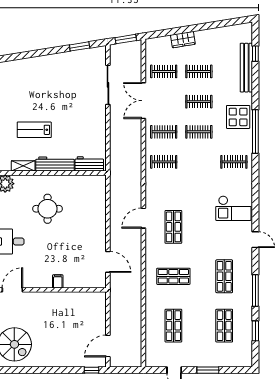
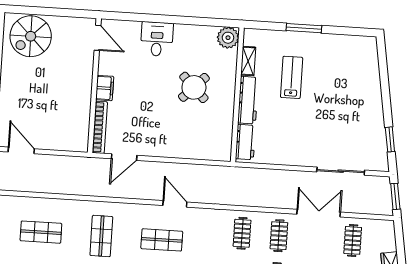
round table: (48, 209) -> (194, 87), turned 45
filing cabinet: (58, 281) -> (105, 88), width x2.00
bookcase: (85, 283) -> (100, 127), added

